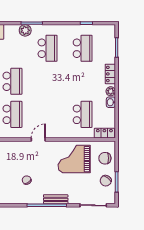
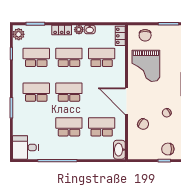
plant: (25, 30) -> (19, 34), moved
school desk: (48, 81) -> (69, 92), added
school desk: (83, 81) -> (69, 57), added
door: (38, 139) -> (127, 101), width x1.87
chair: (106, 181) -> (143, 124), moved

